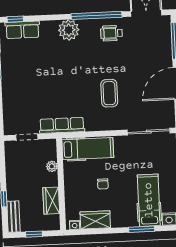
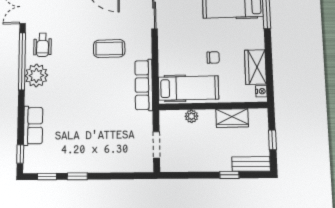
row of seats: (22, 30) -> (33, 126), moved
plant: (69, 30) -> (36, 75), moved
row of seats: (62, 125) -> (144, 85), moved
hospital bed: (88, 149) -> (188, 88), moved, turned 90

